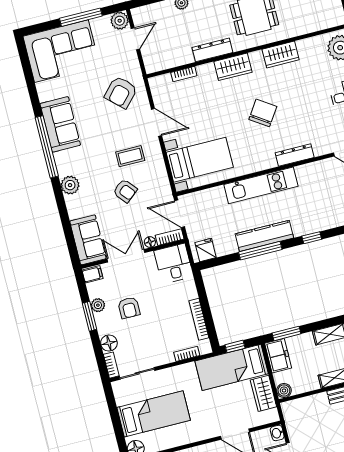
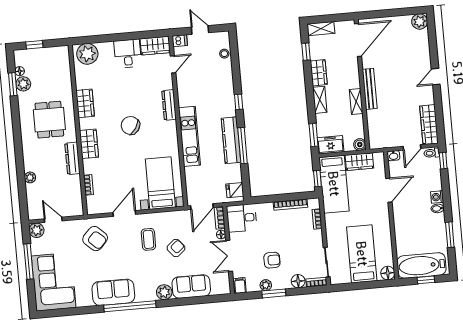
sofa: (88, 240) -> (191, 287), moved

